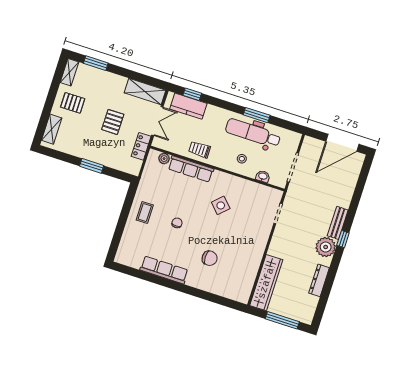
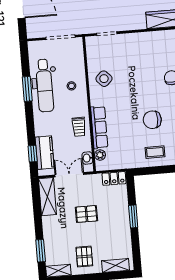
locker: (141, 146) -> (114, 178), moved
washbasin: (263, 176) -> (87, 158), moved
side table: (221, 205) -> (104, 79), moved
chair: (177, 223) -> (152, 120), width x1.87, depth x1.87

